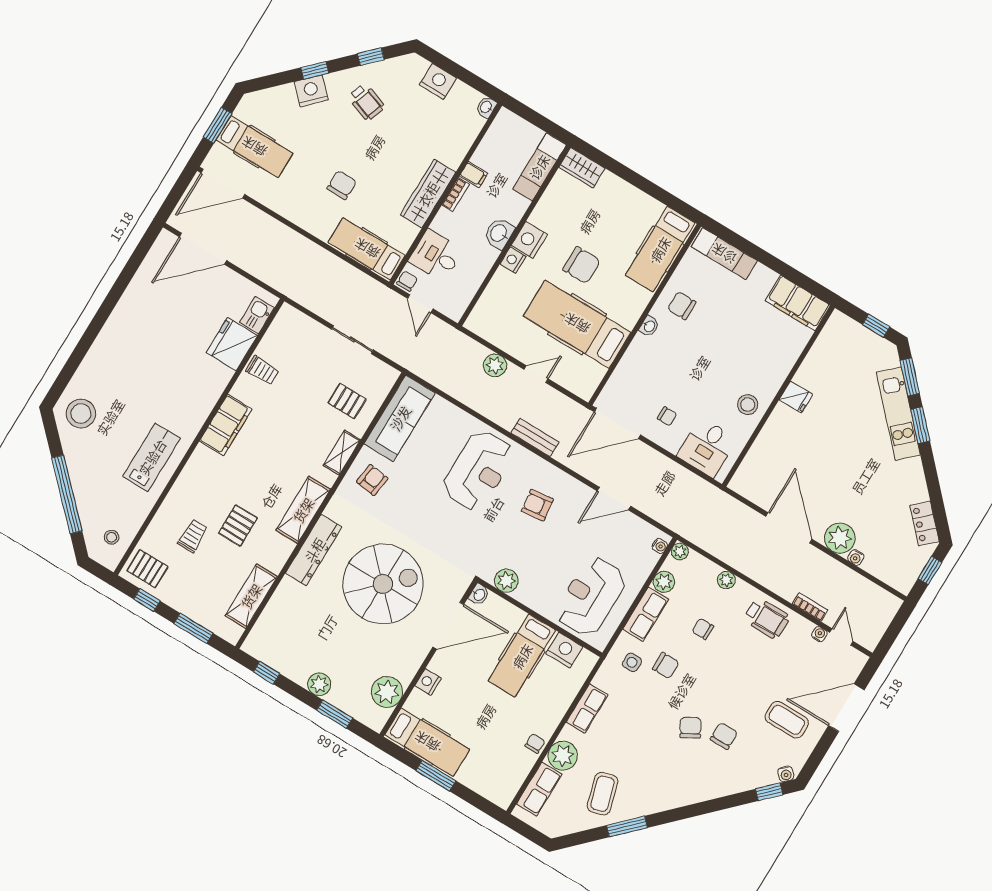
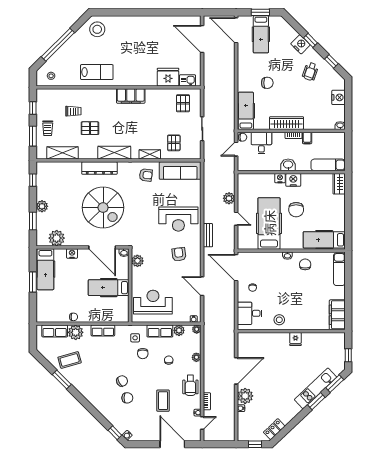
trolley: (262, 370) -> (48, 128), moved
pallet: (147, 569) -> (183, 103), moved
nightstand: (564, 650) -> (122, 305), removed
coffee table: (787, 720) -> (163, 401), moved

